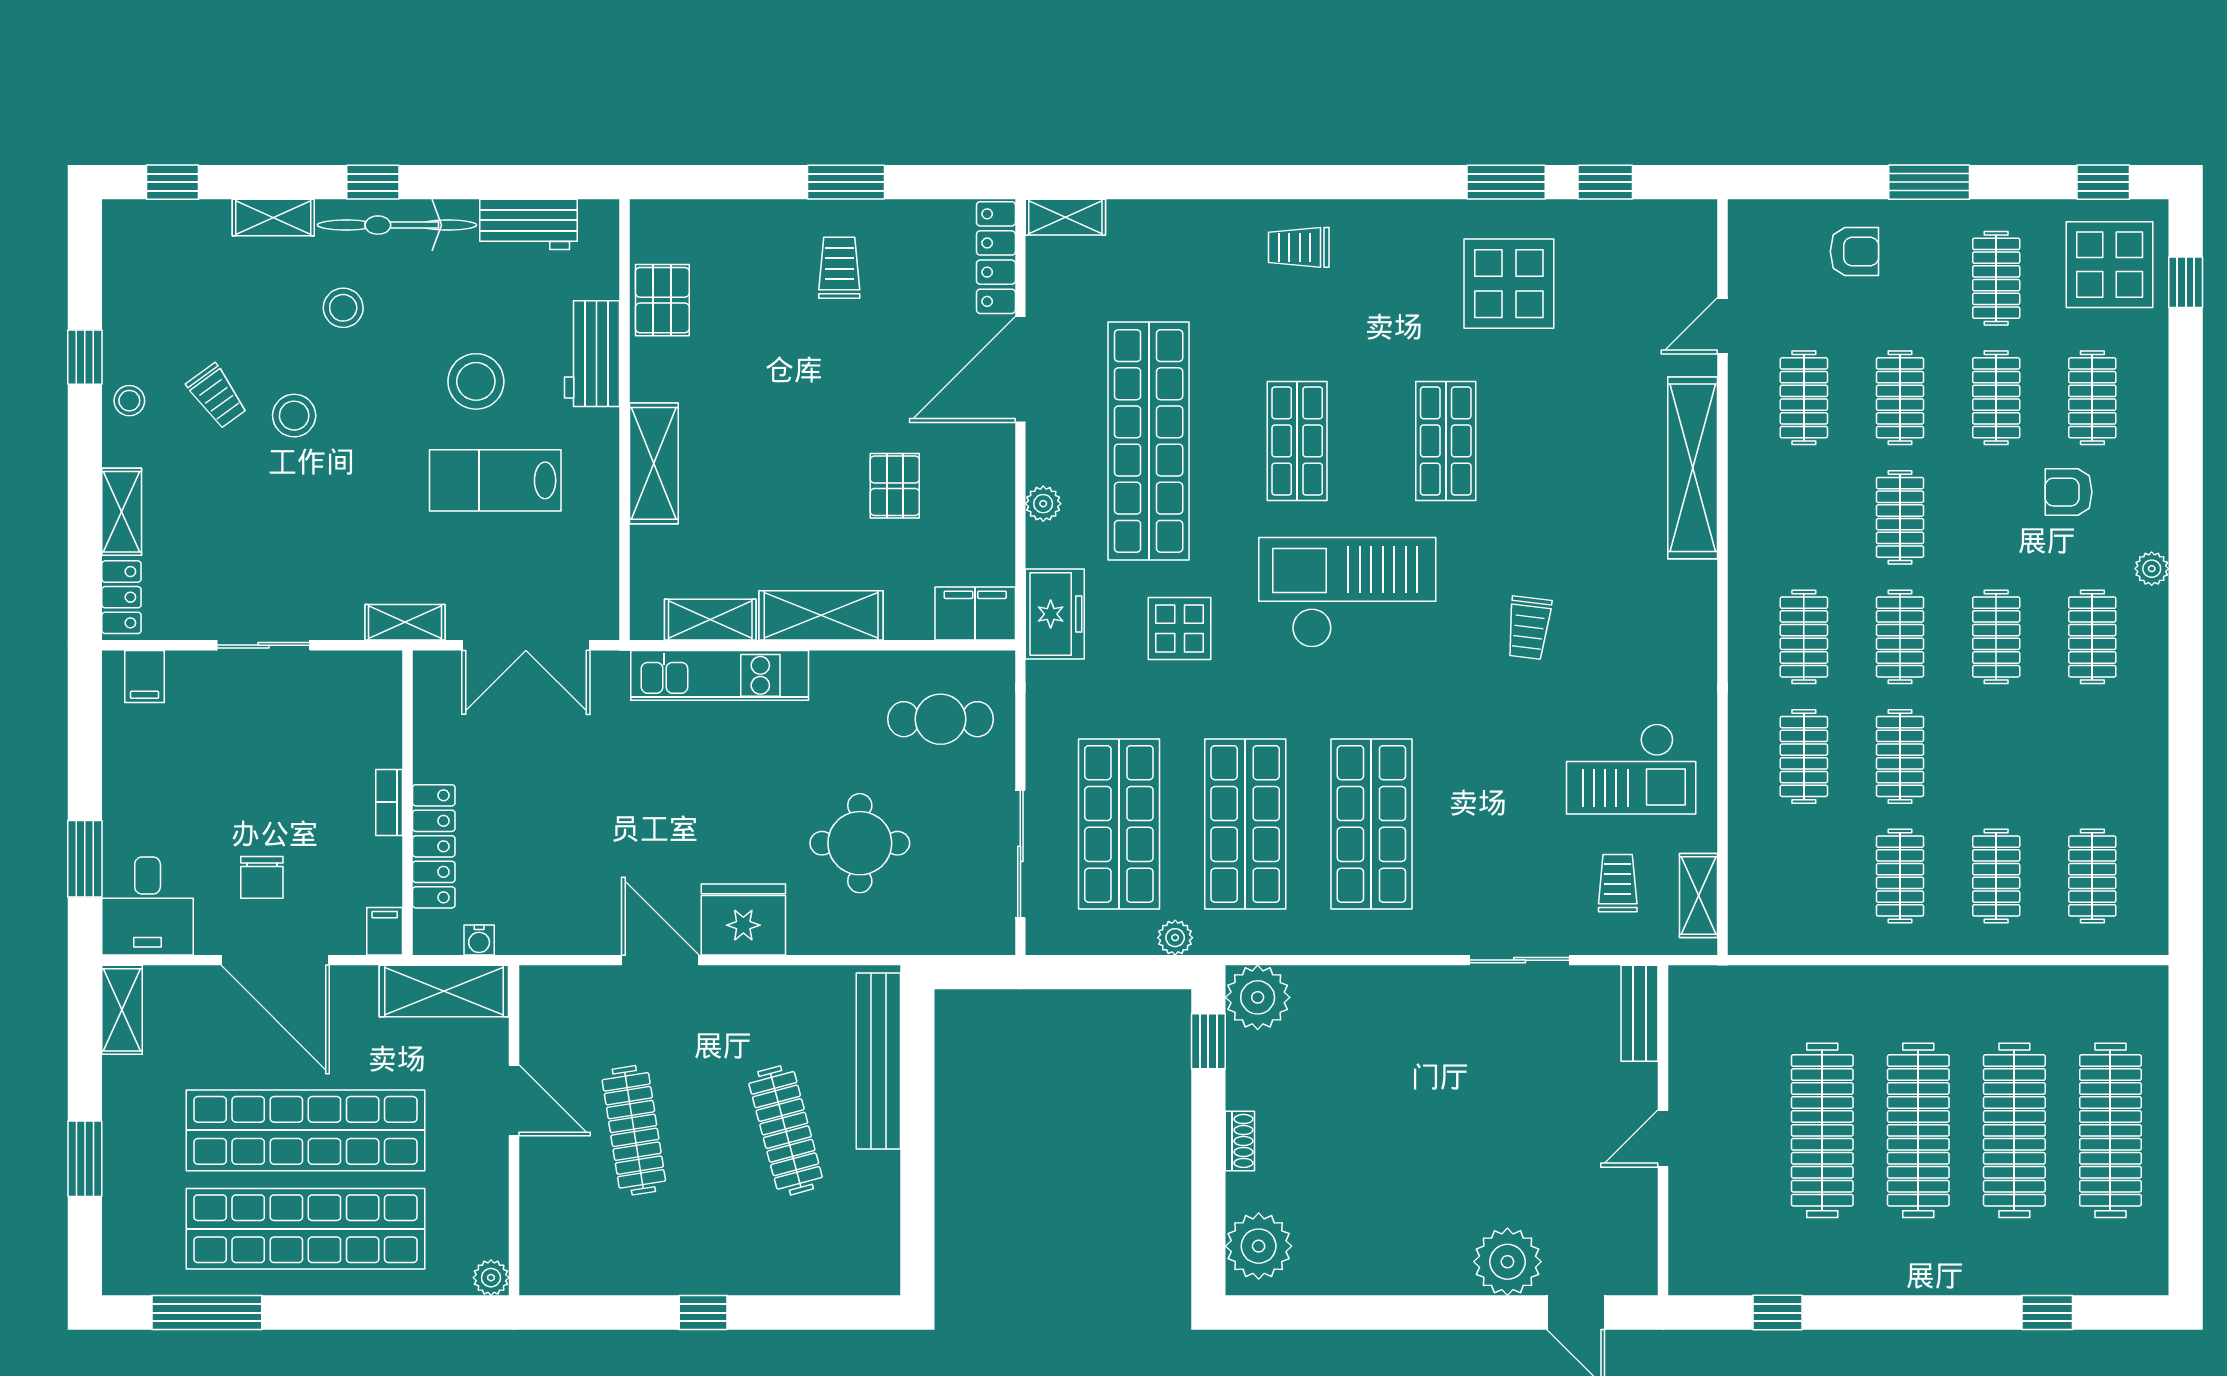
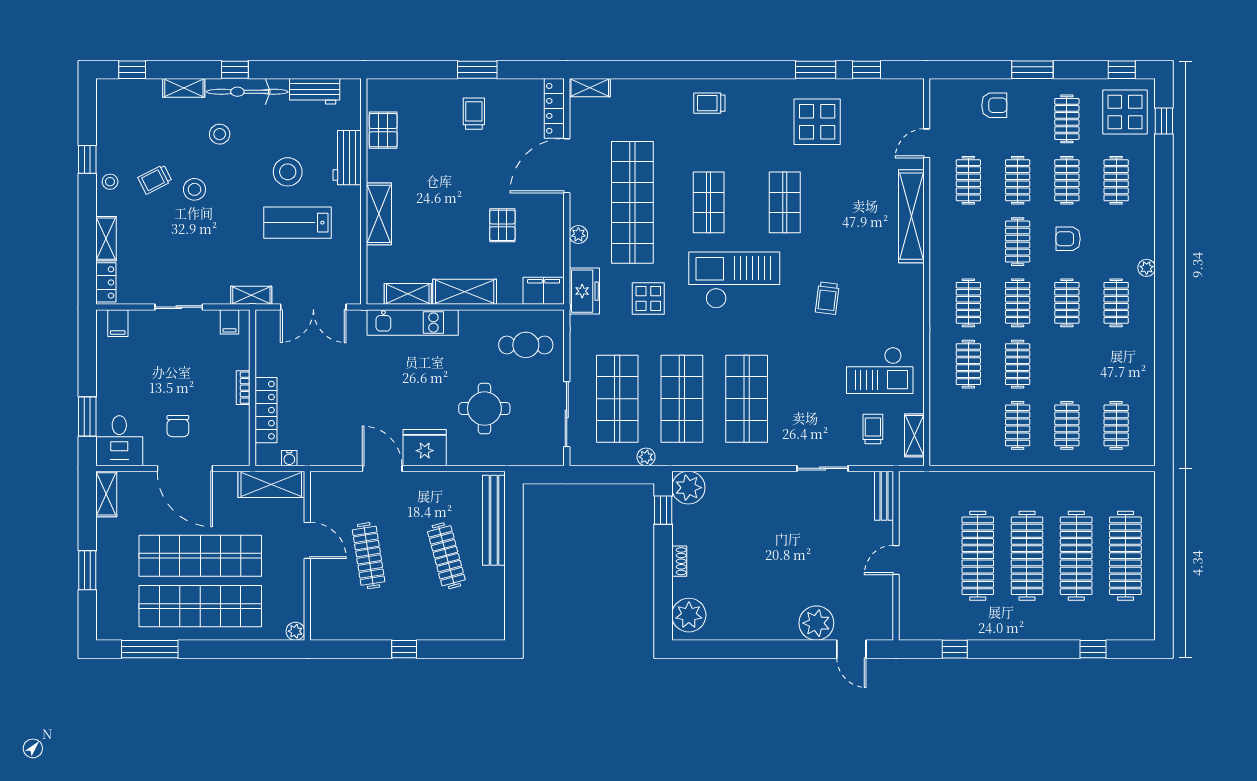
trolley: (217, 396) -> (155, 179), turned 99
armchair: (2069, 492) -> (1068, 239), moved
filing cabinet: (385, 931) -> (229, 322), moved, turned 180

